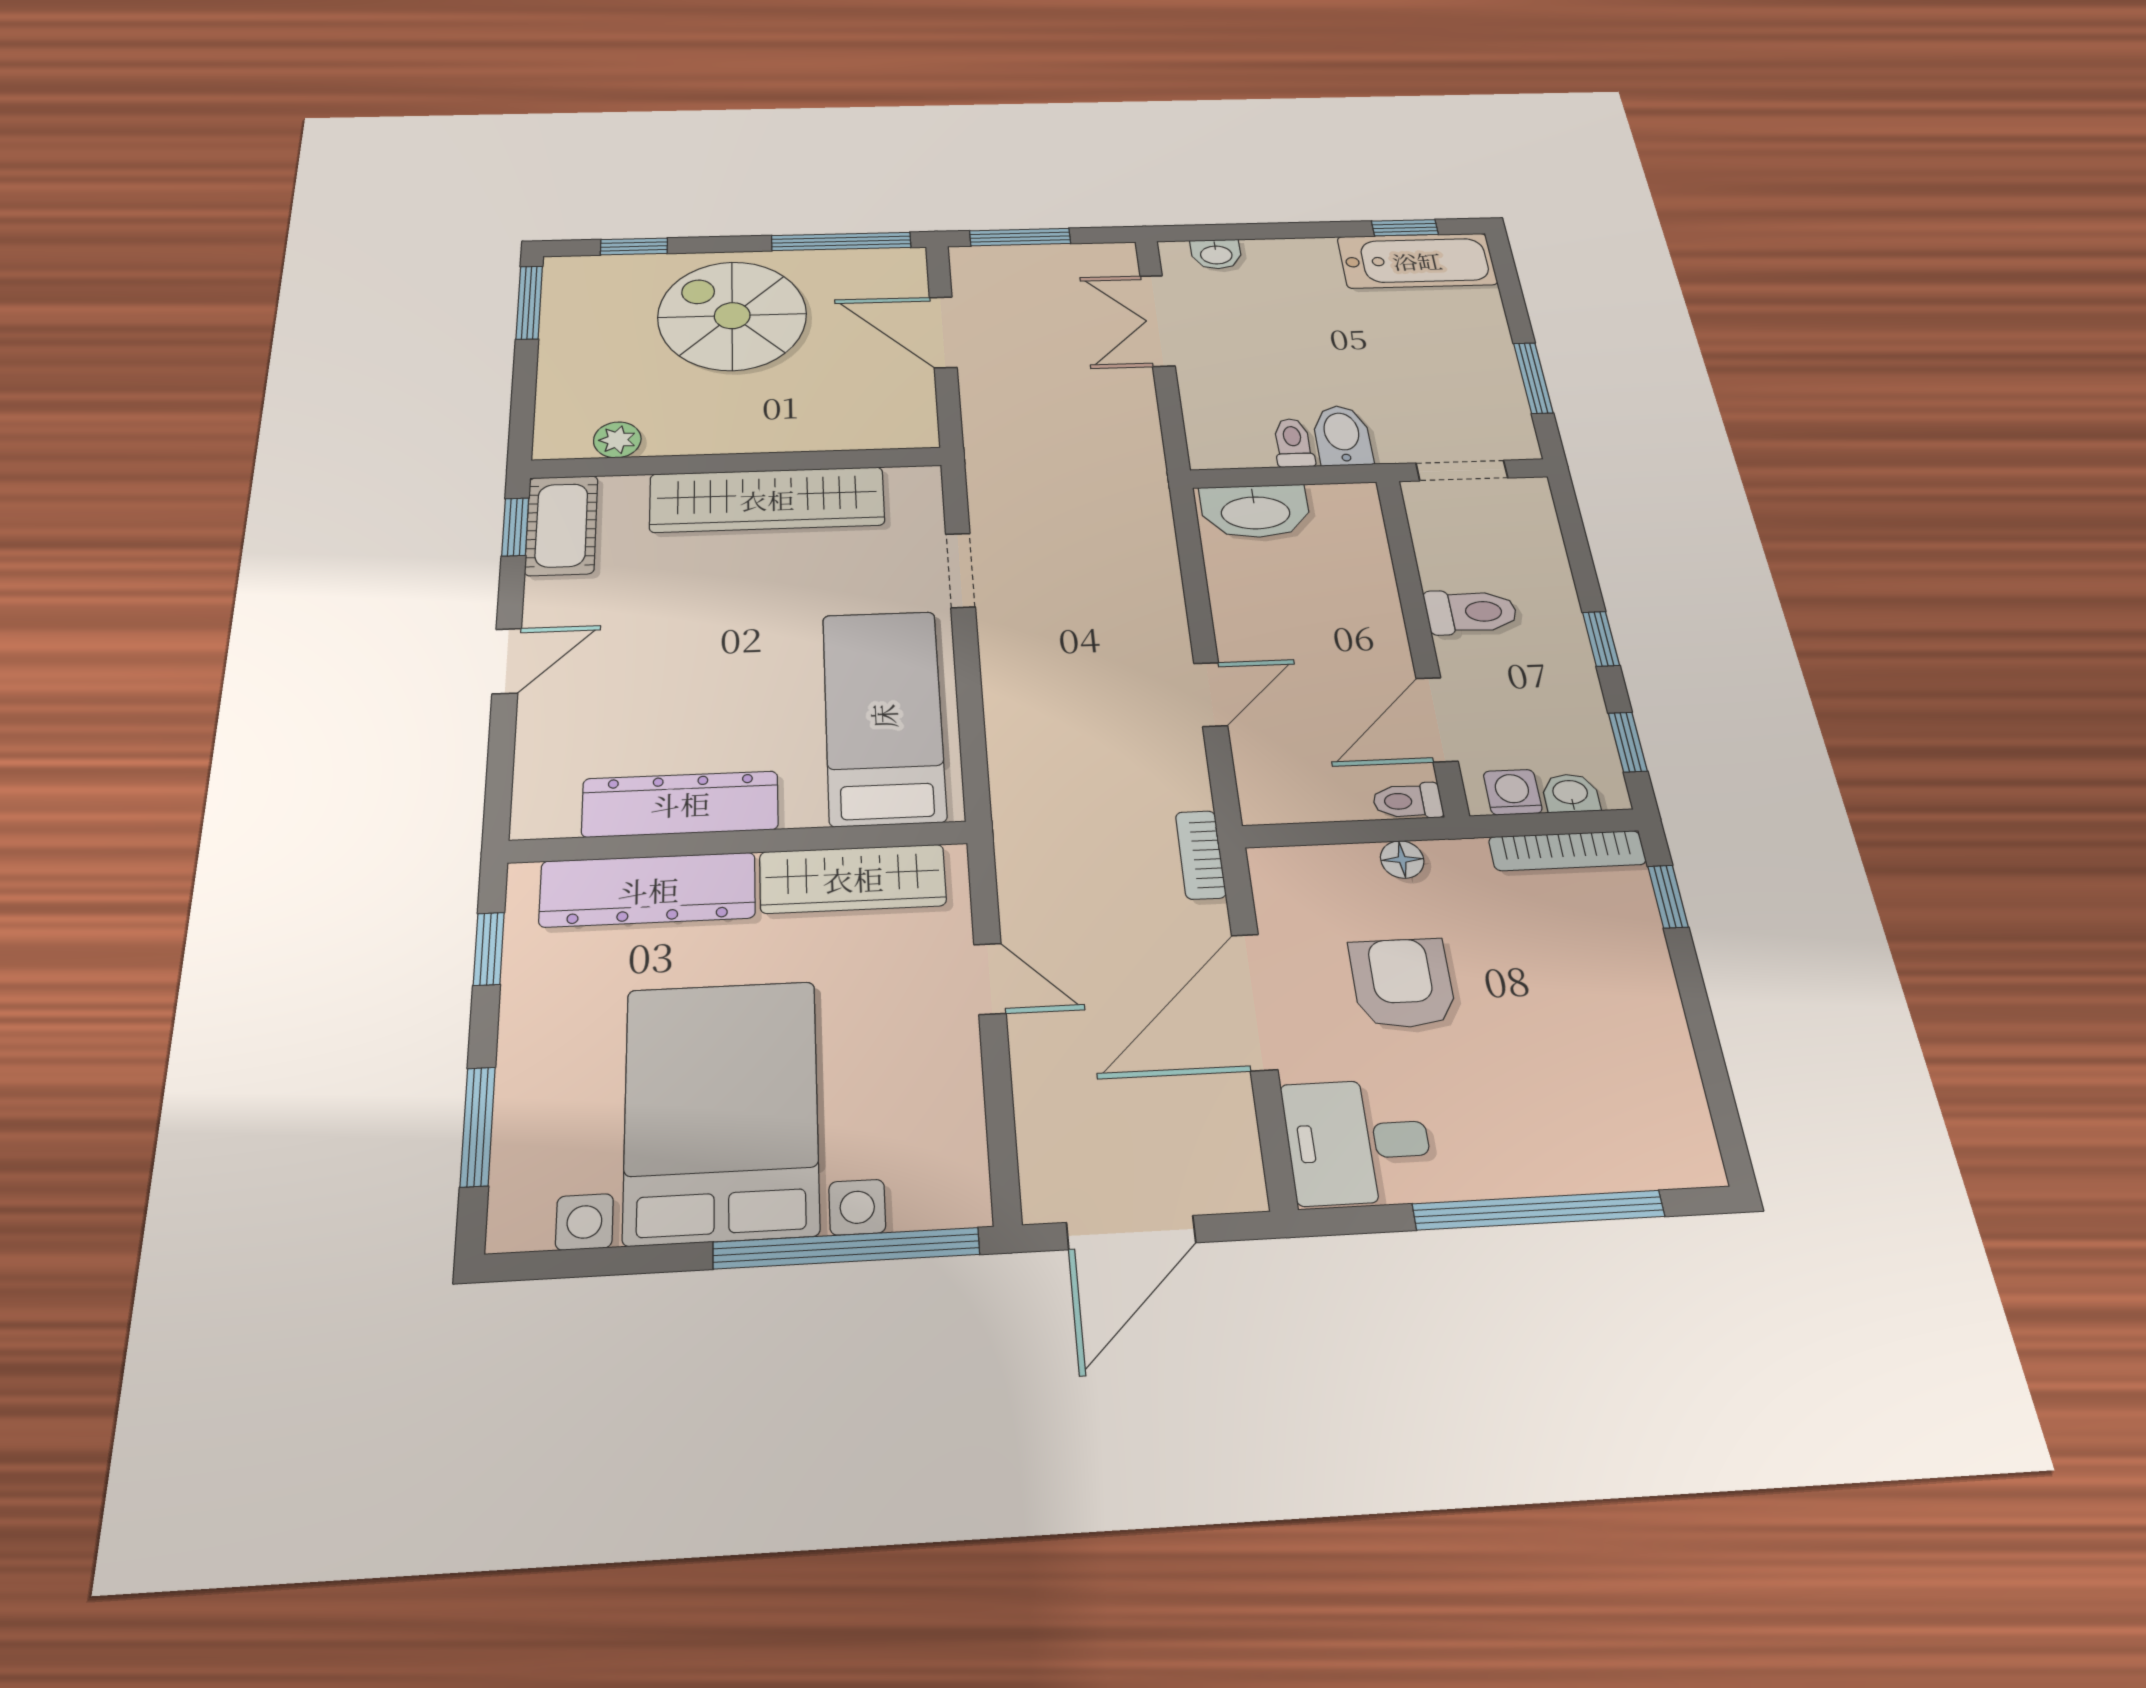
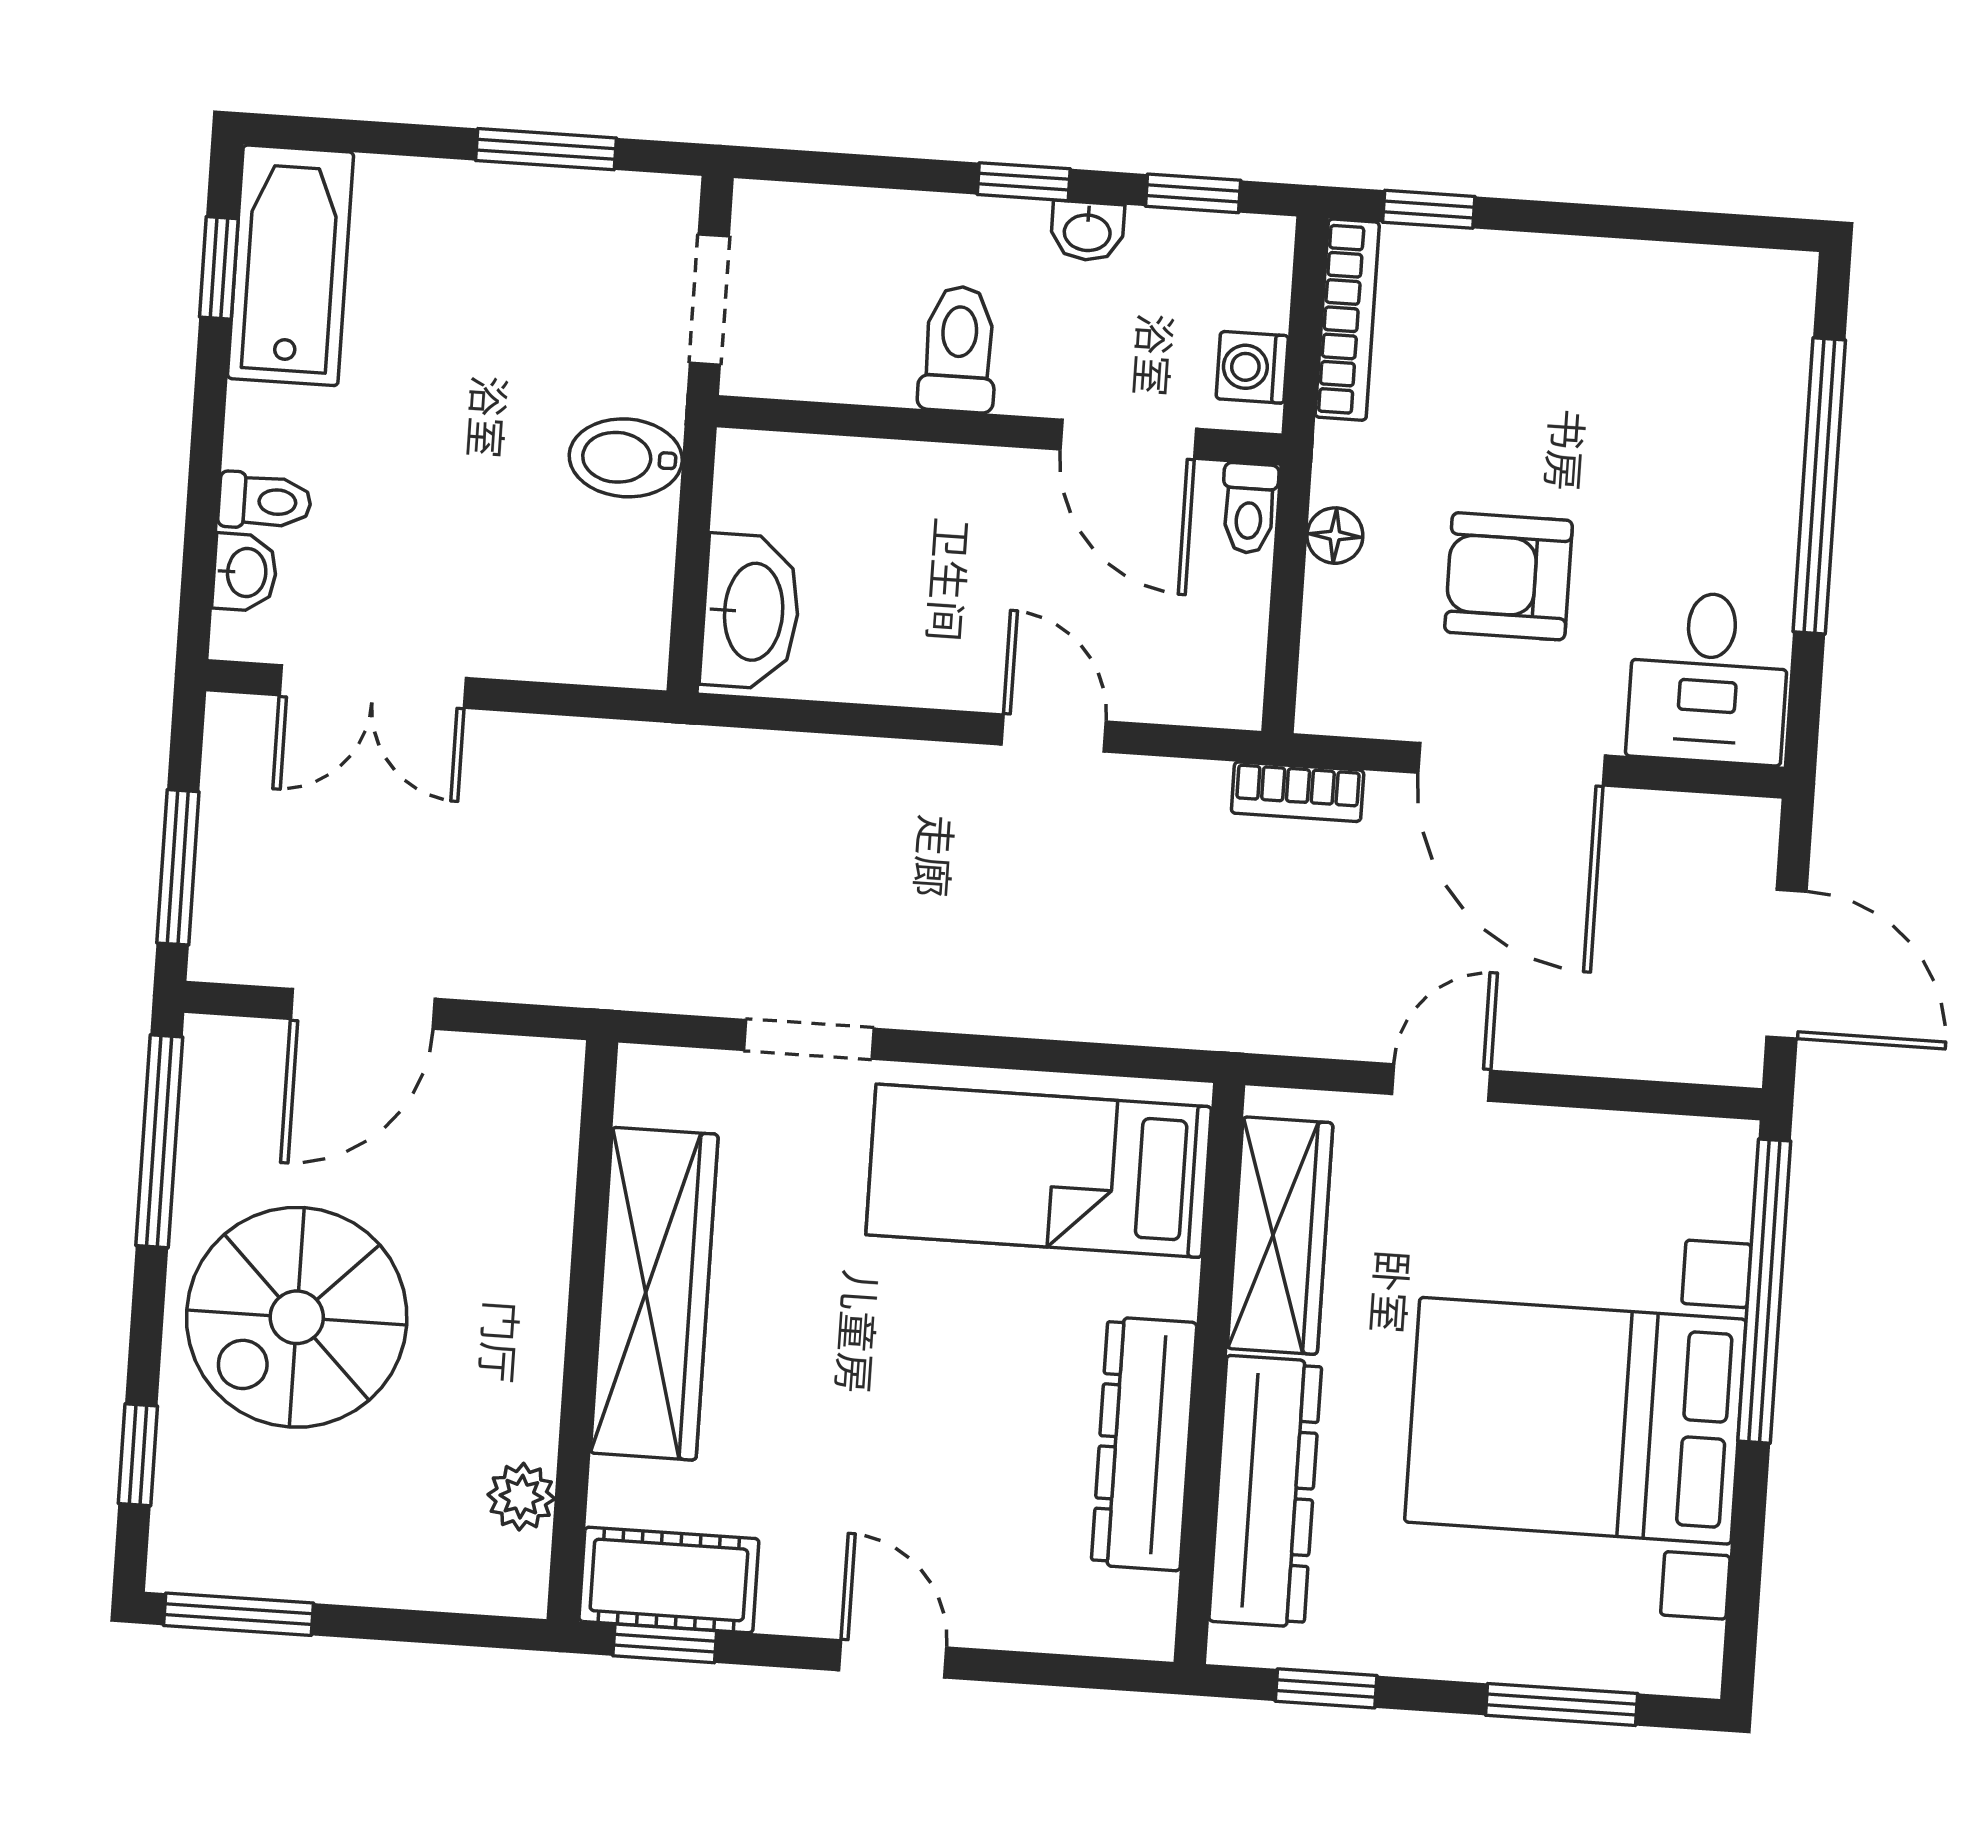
toilet: (1293, 443) -> (265, 501), moved, turned 180
washbasin: (1570, 793) -> (1087, 231), moved, turned -90

